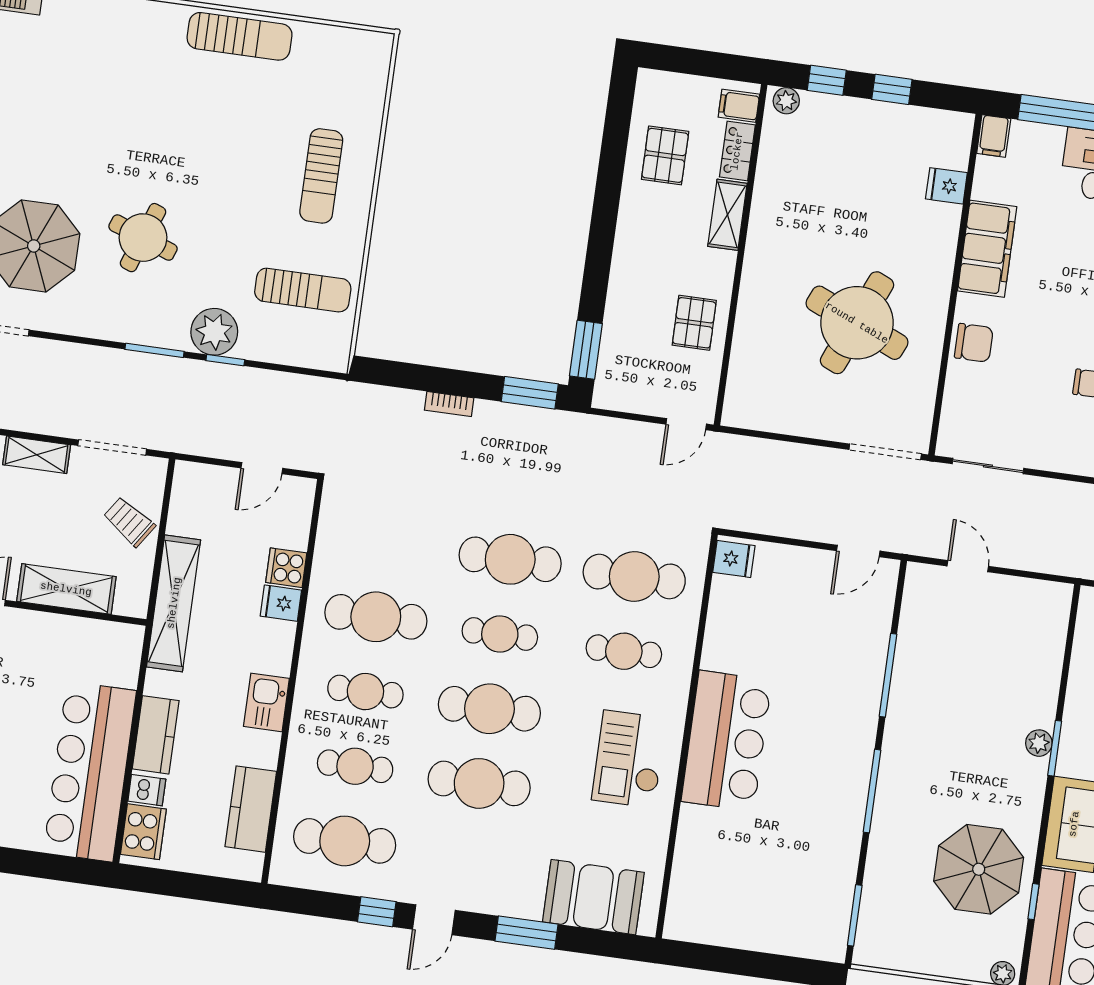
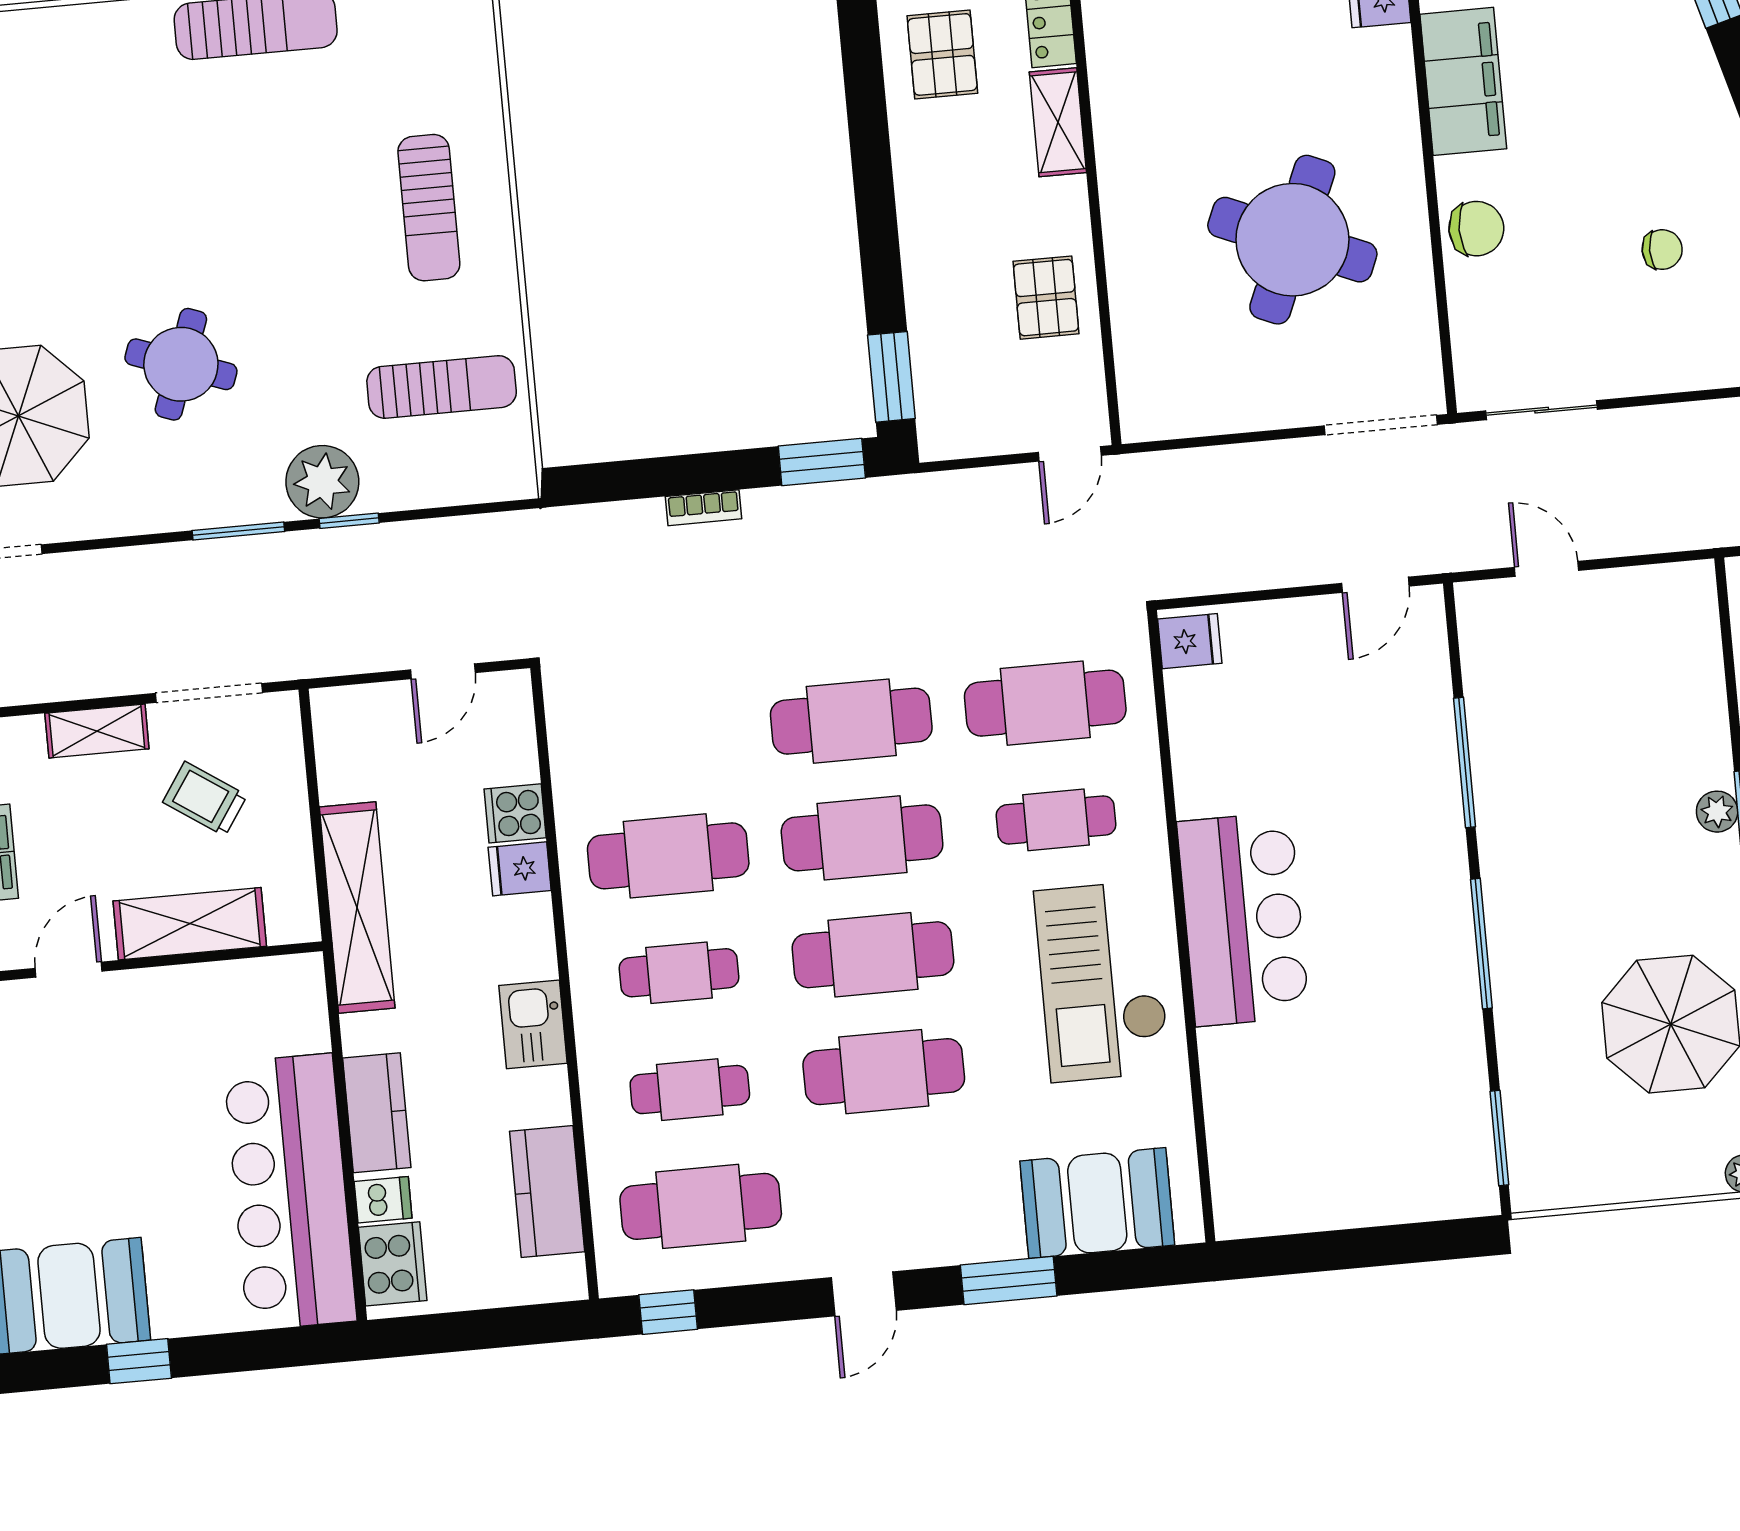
trolley: (129, 522) -> (205, 799), moved
cafe table: (500, 634) -> (862, 838), width x1.37, depth x1.35
checkout: (629, 759) -> (1102, 981), width x1.36, depth x1.21
window: (377, 912) -> (668, 1312), moved

